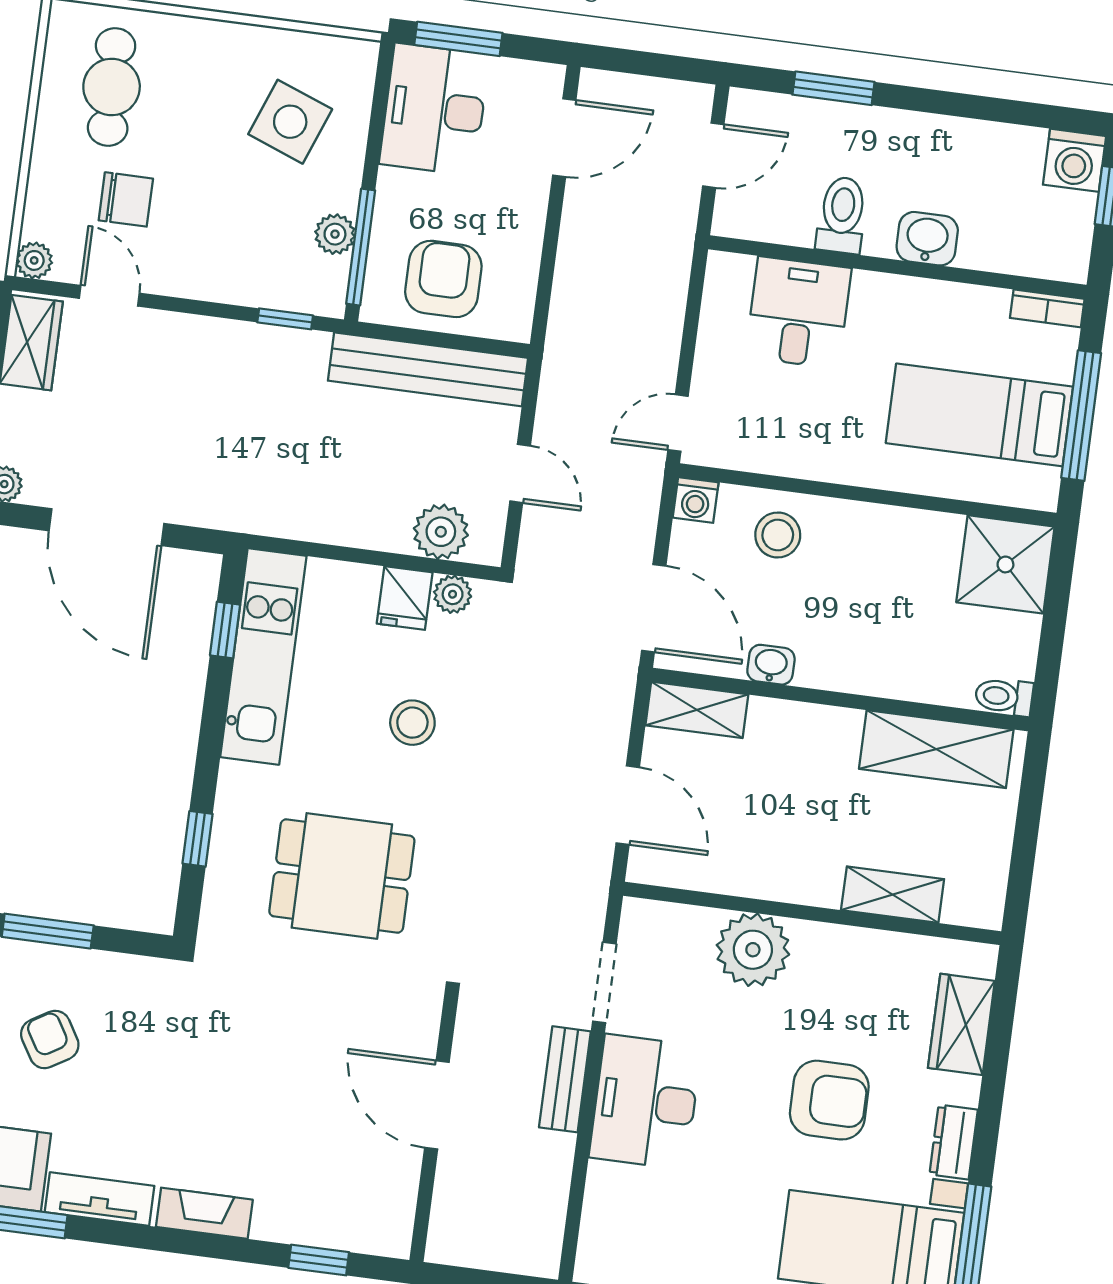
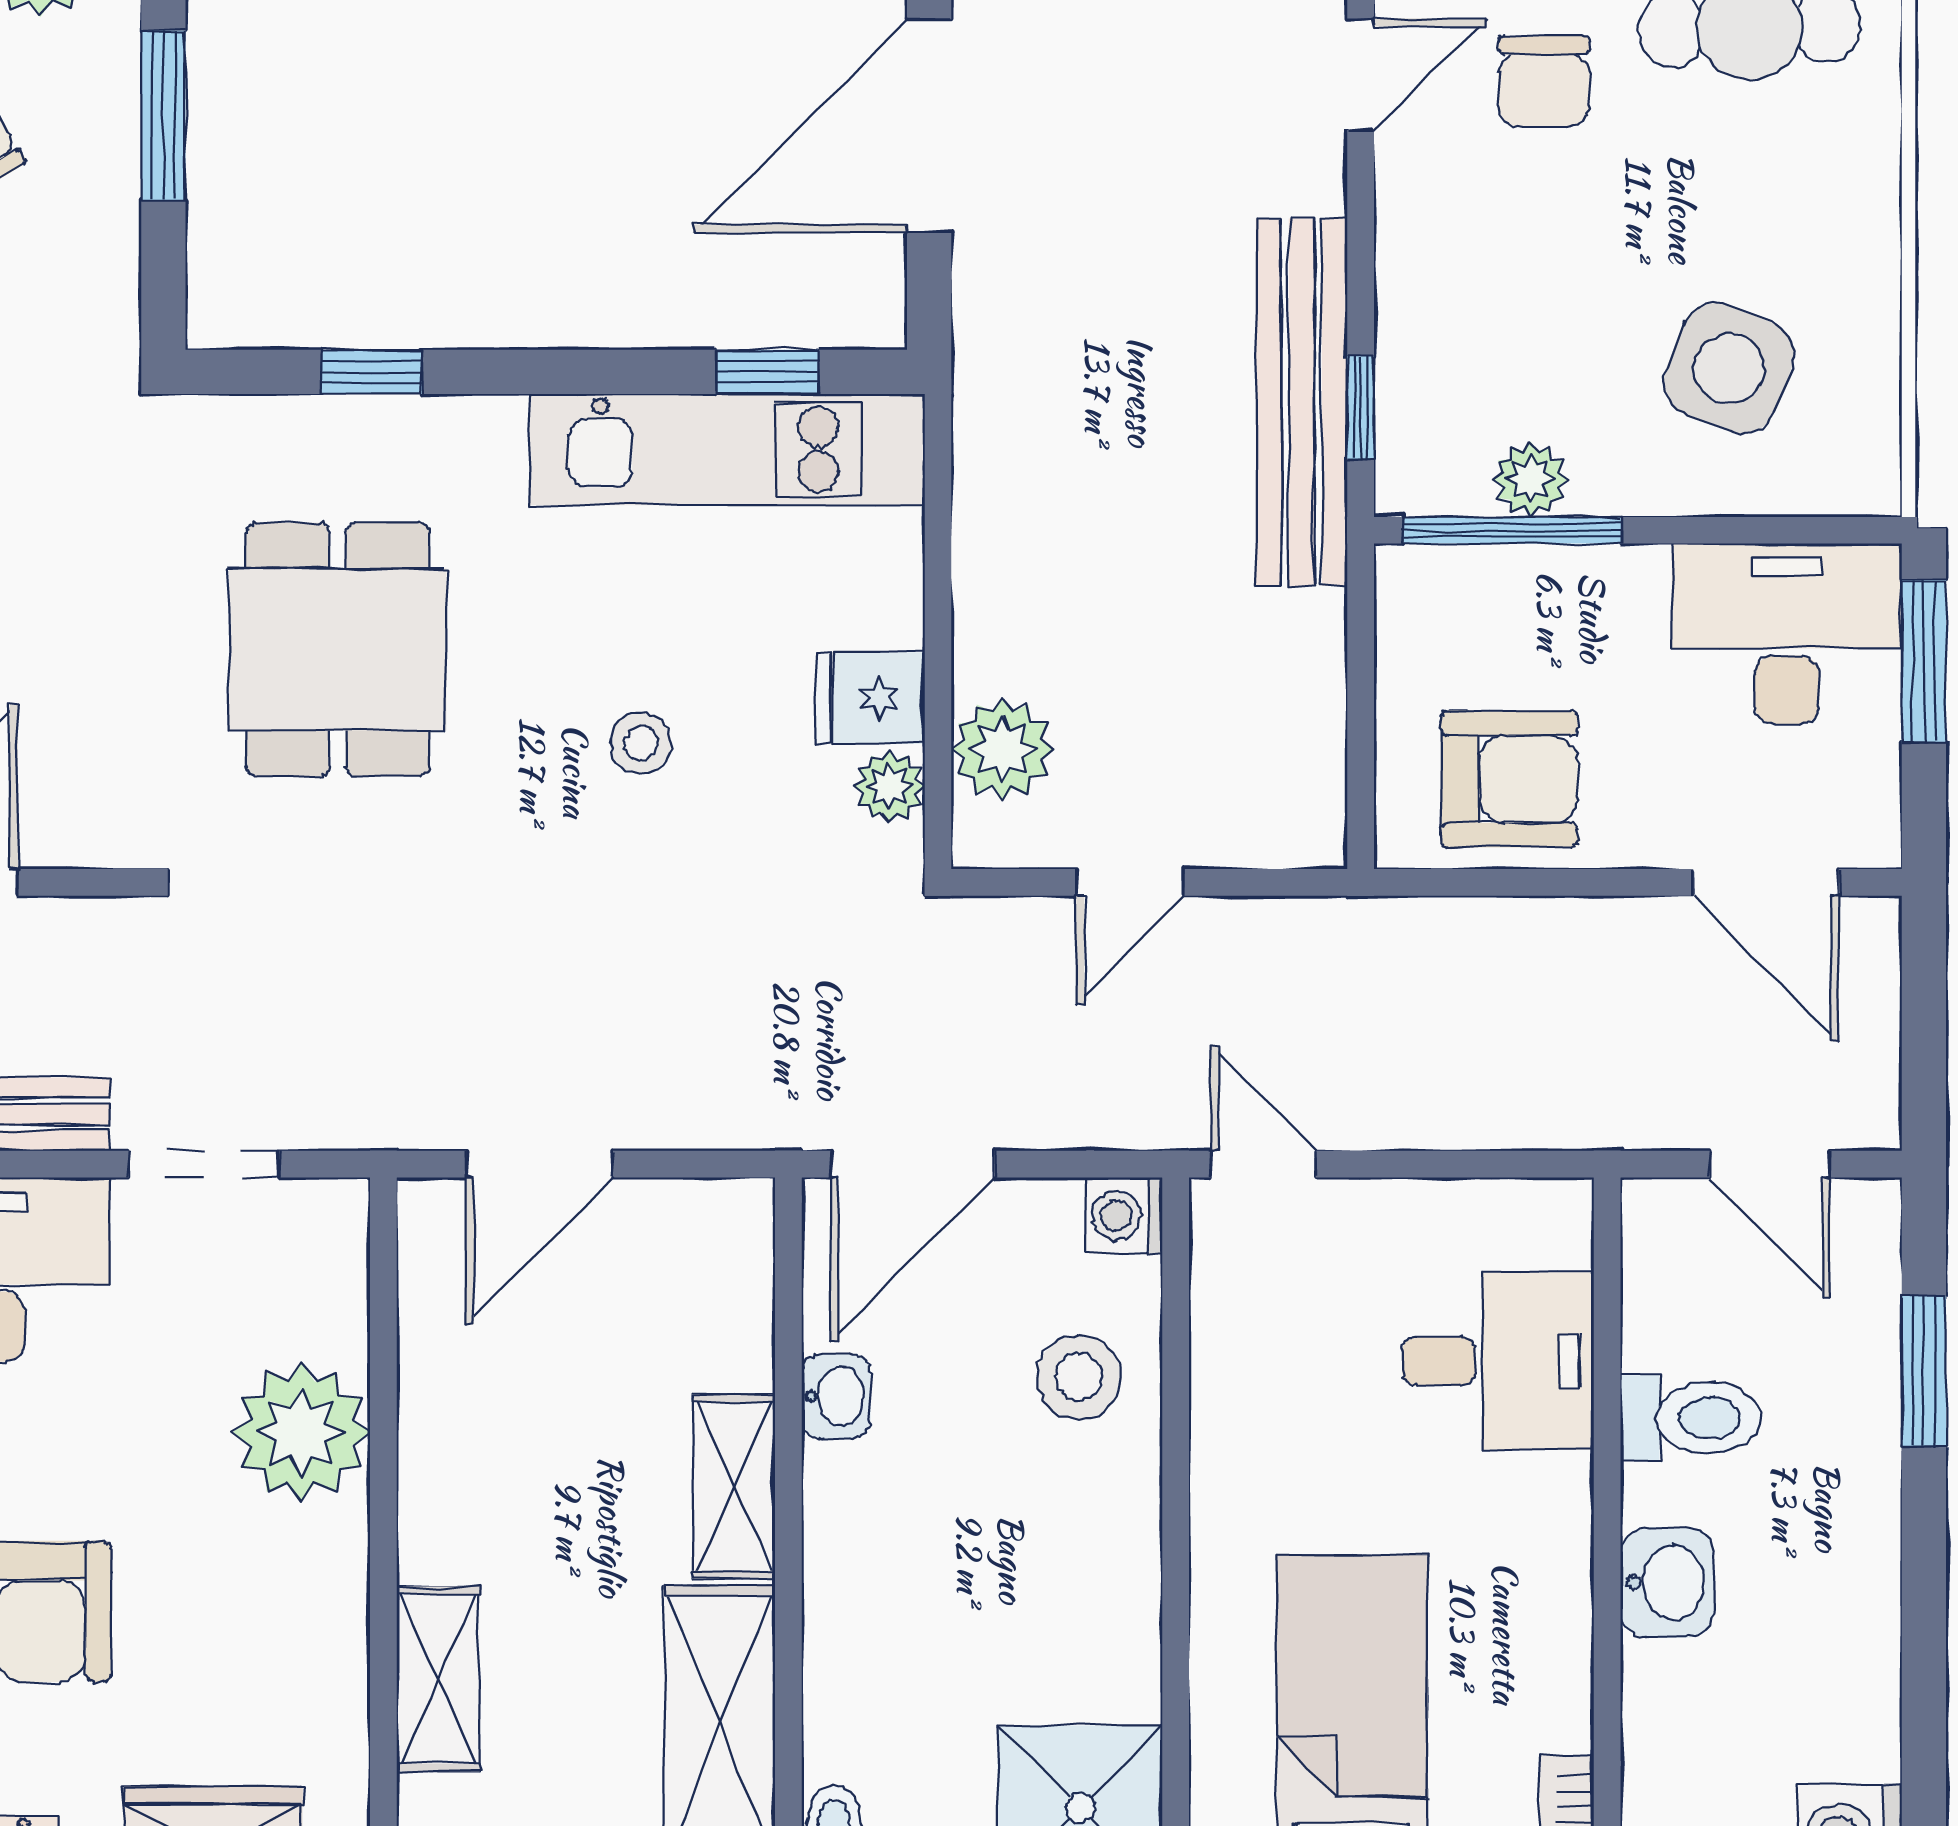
armchair: (443, 279) -> (1509, 779), moved
bench: (428, 369) -> (1302, 402), moved
shelving: (697, 710) -> (734, 1486), moved
stool: (412, 723) -> (641, 743), width x0.73, depth x0.73

